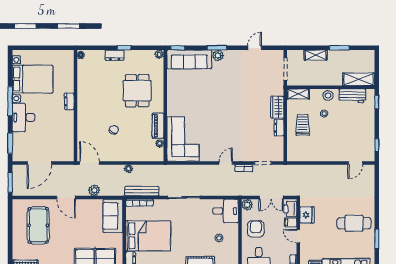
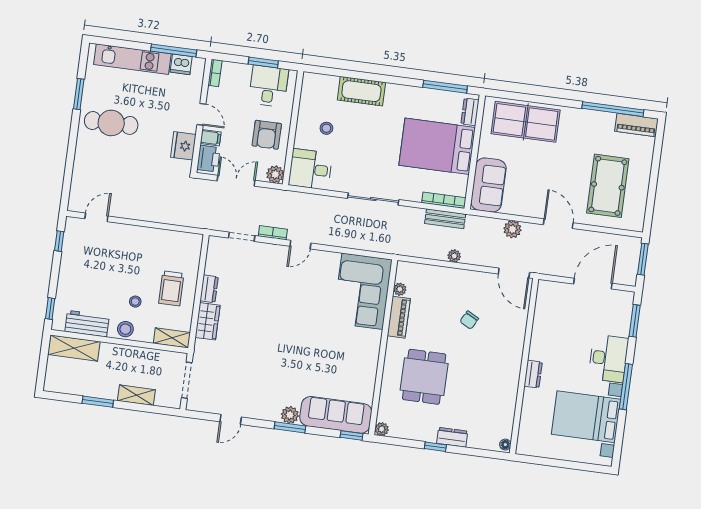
bench: (142, 191) -> (445, 219), width x0.73

